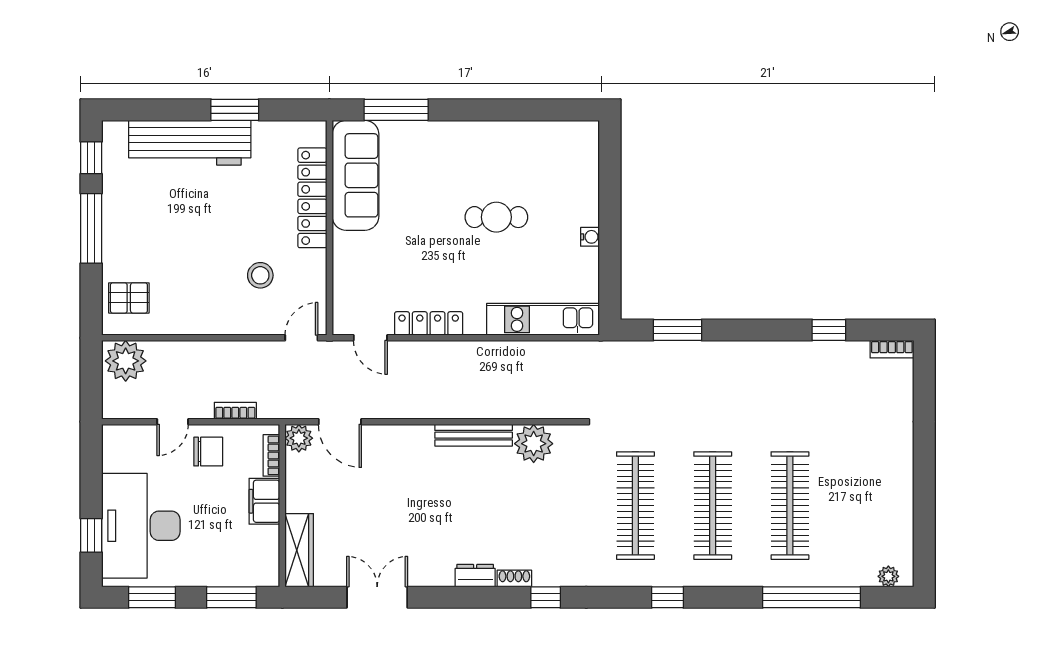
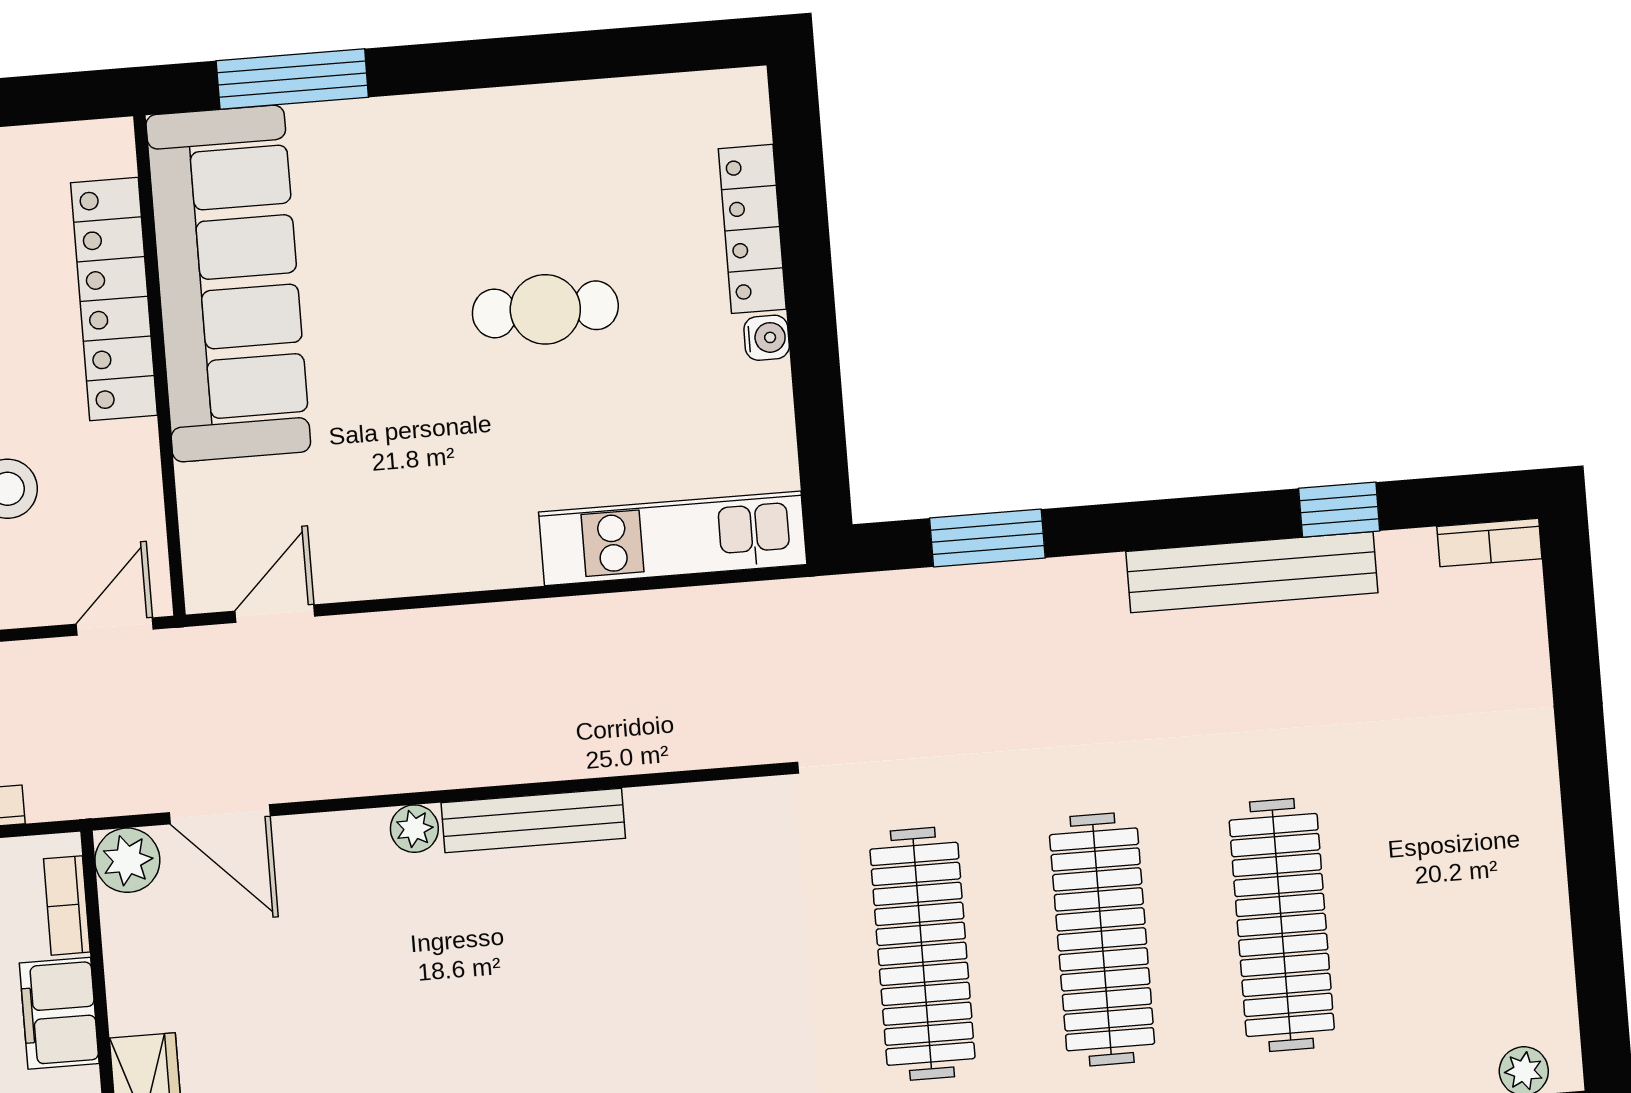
sofa: (355, 175) -> (228, 283), width x1.36, depth x1.27
locker: (429, 323) -> (752, 229), moved, turned -90
door: (370, 338) -> (275, 614), swing flipped
bench: (789, 354) -> (1252, 572), added
plant: (534, 444) -> (414, 829), moved, width x0.53, depth x0.53

